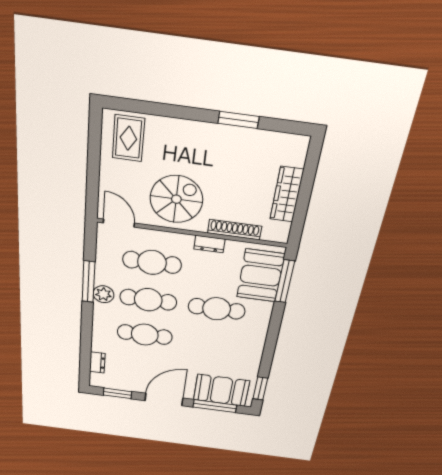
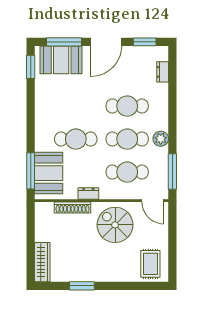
wardrobe: (287, 194) -> (42, 262), moved
spiral stairs: (176, 199) -> (115, 225), turned 90
window: (88, 282) -> (172, 171), moved

